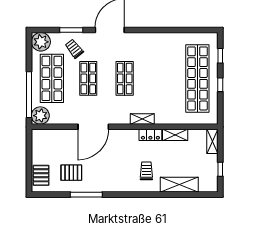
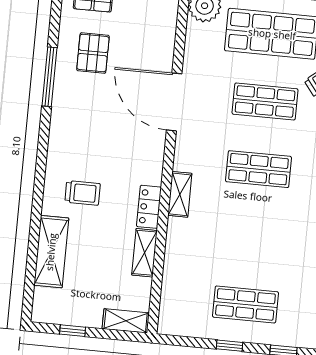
shop shelf: (197, 78) -> (245, 304), width x0.50, depth x0.74

